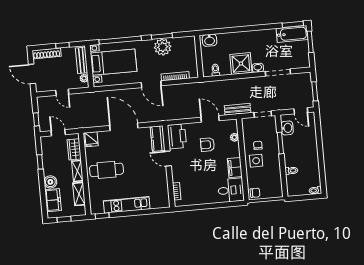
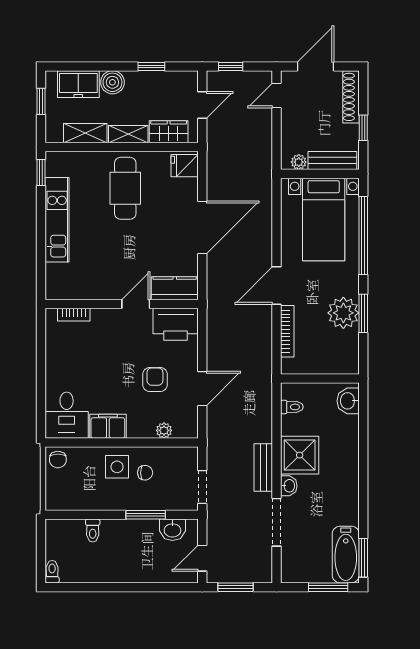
door: (62, 92) -> (277, 95), moved
bench: (238, 109) -> (263, 467), moved

